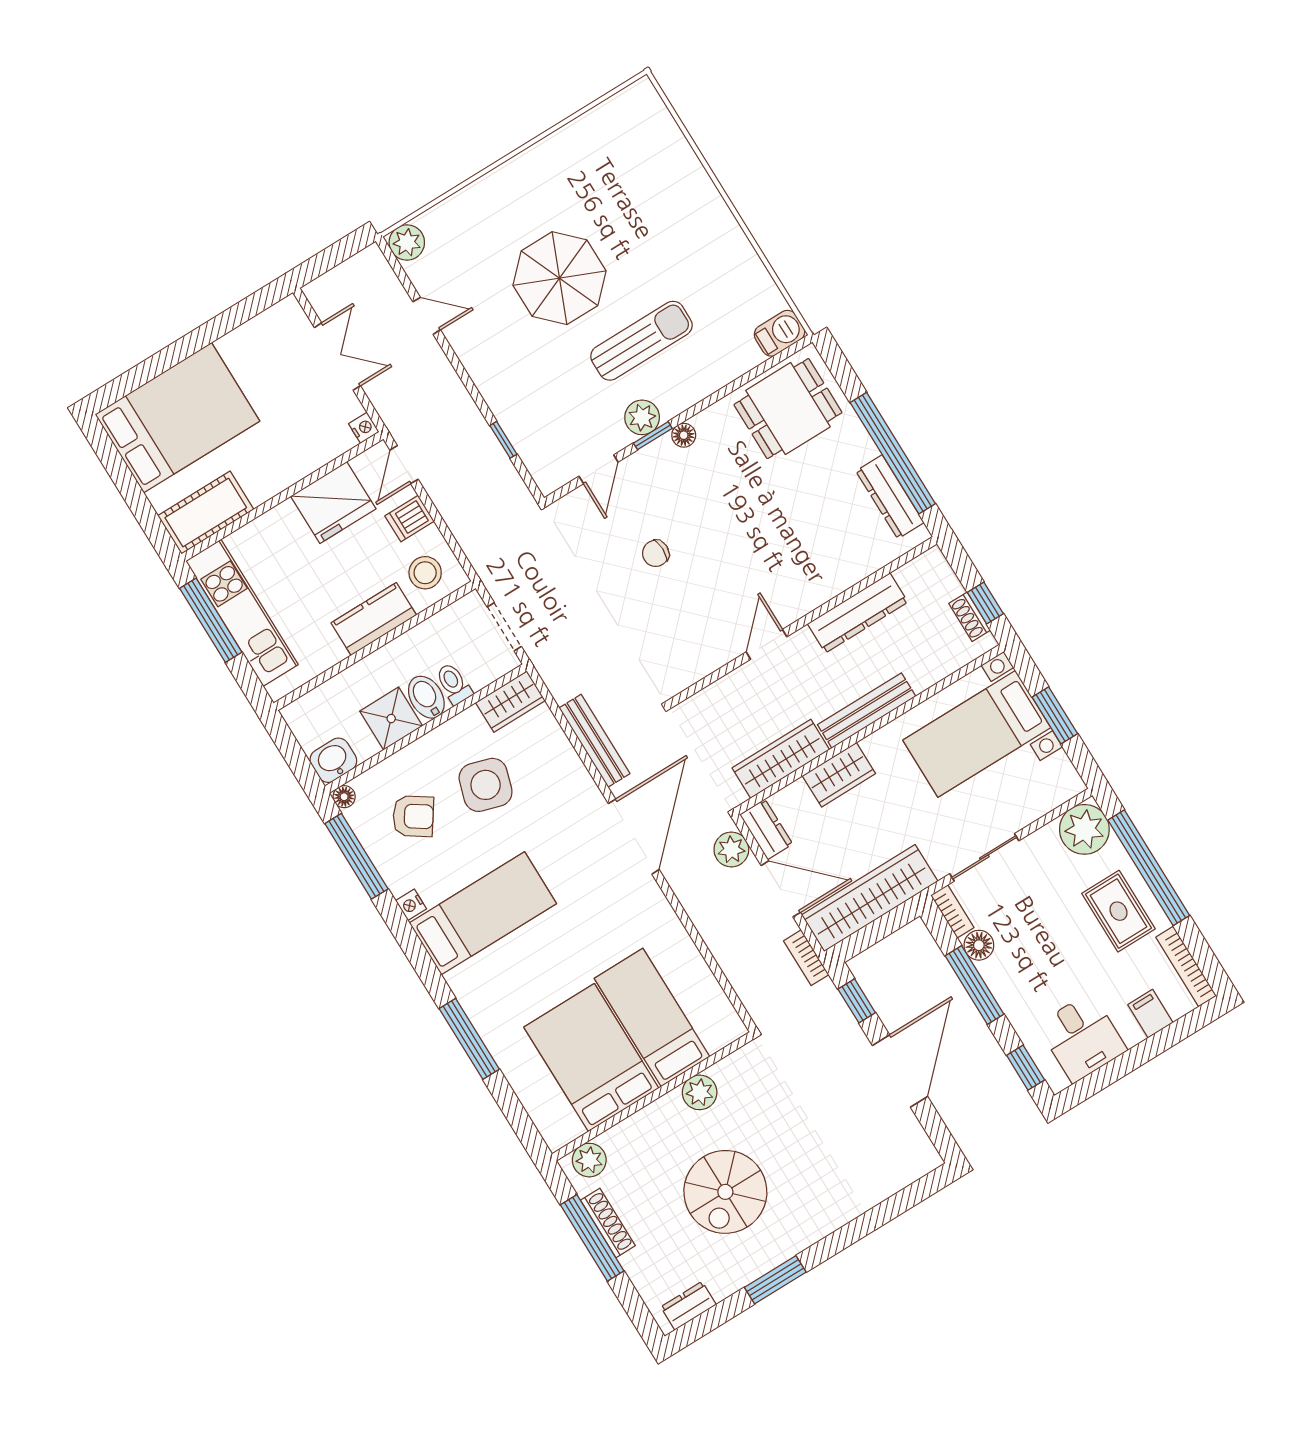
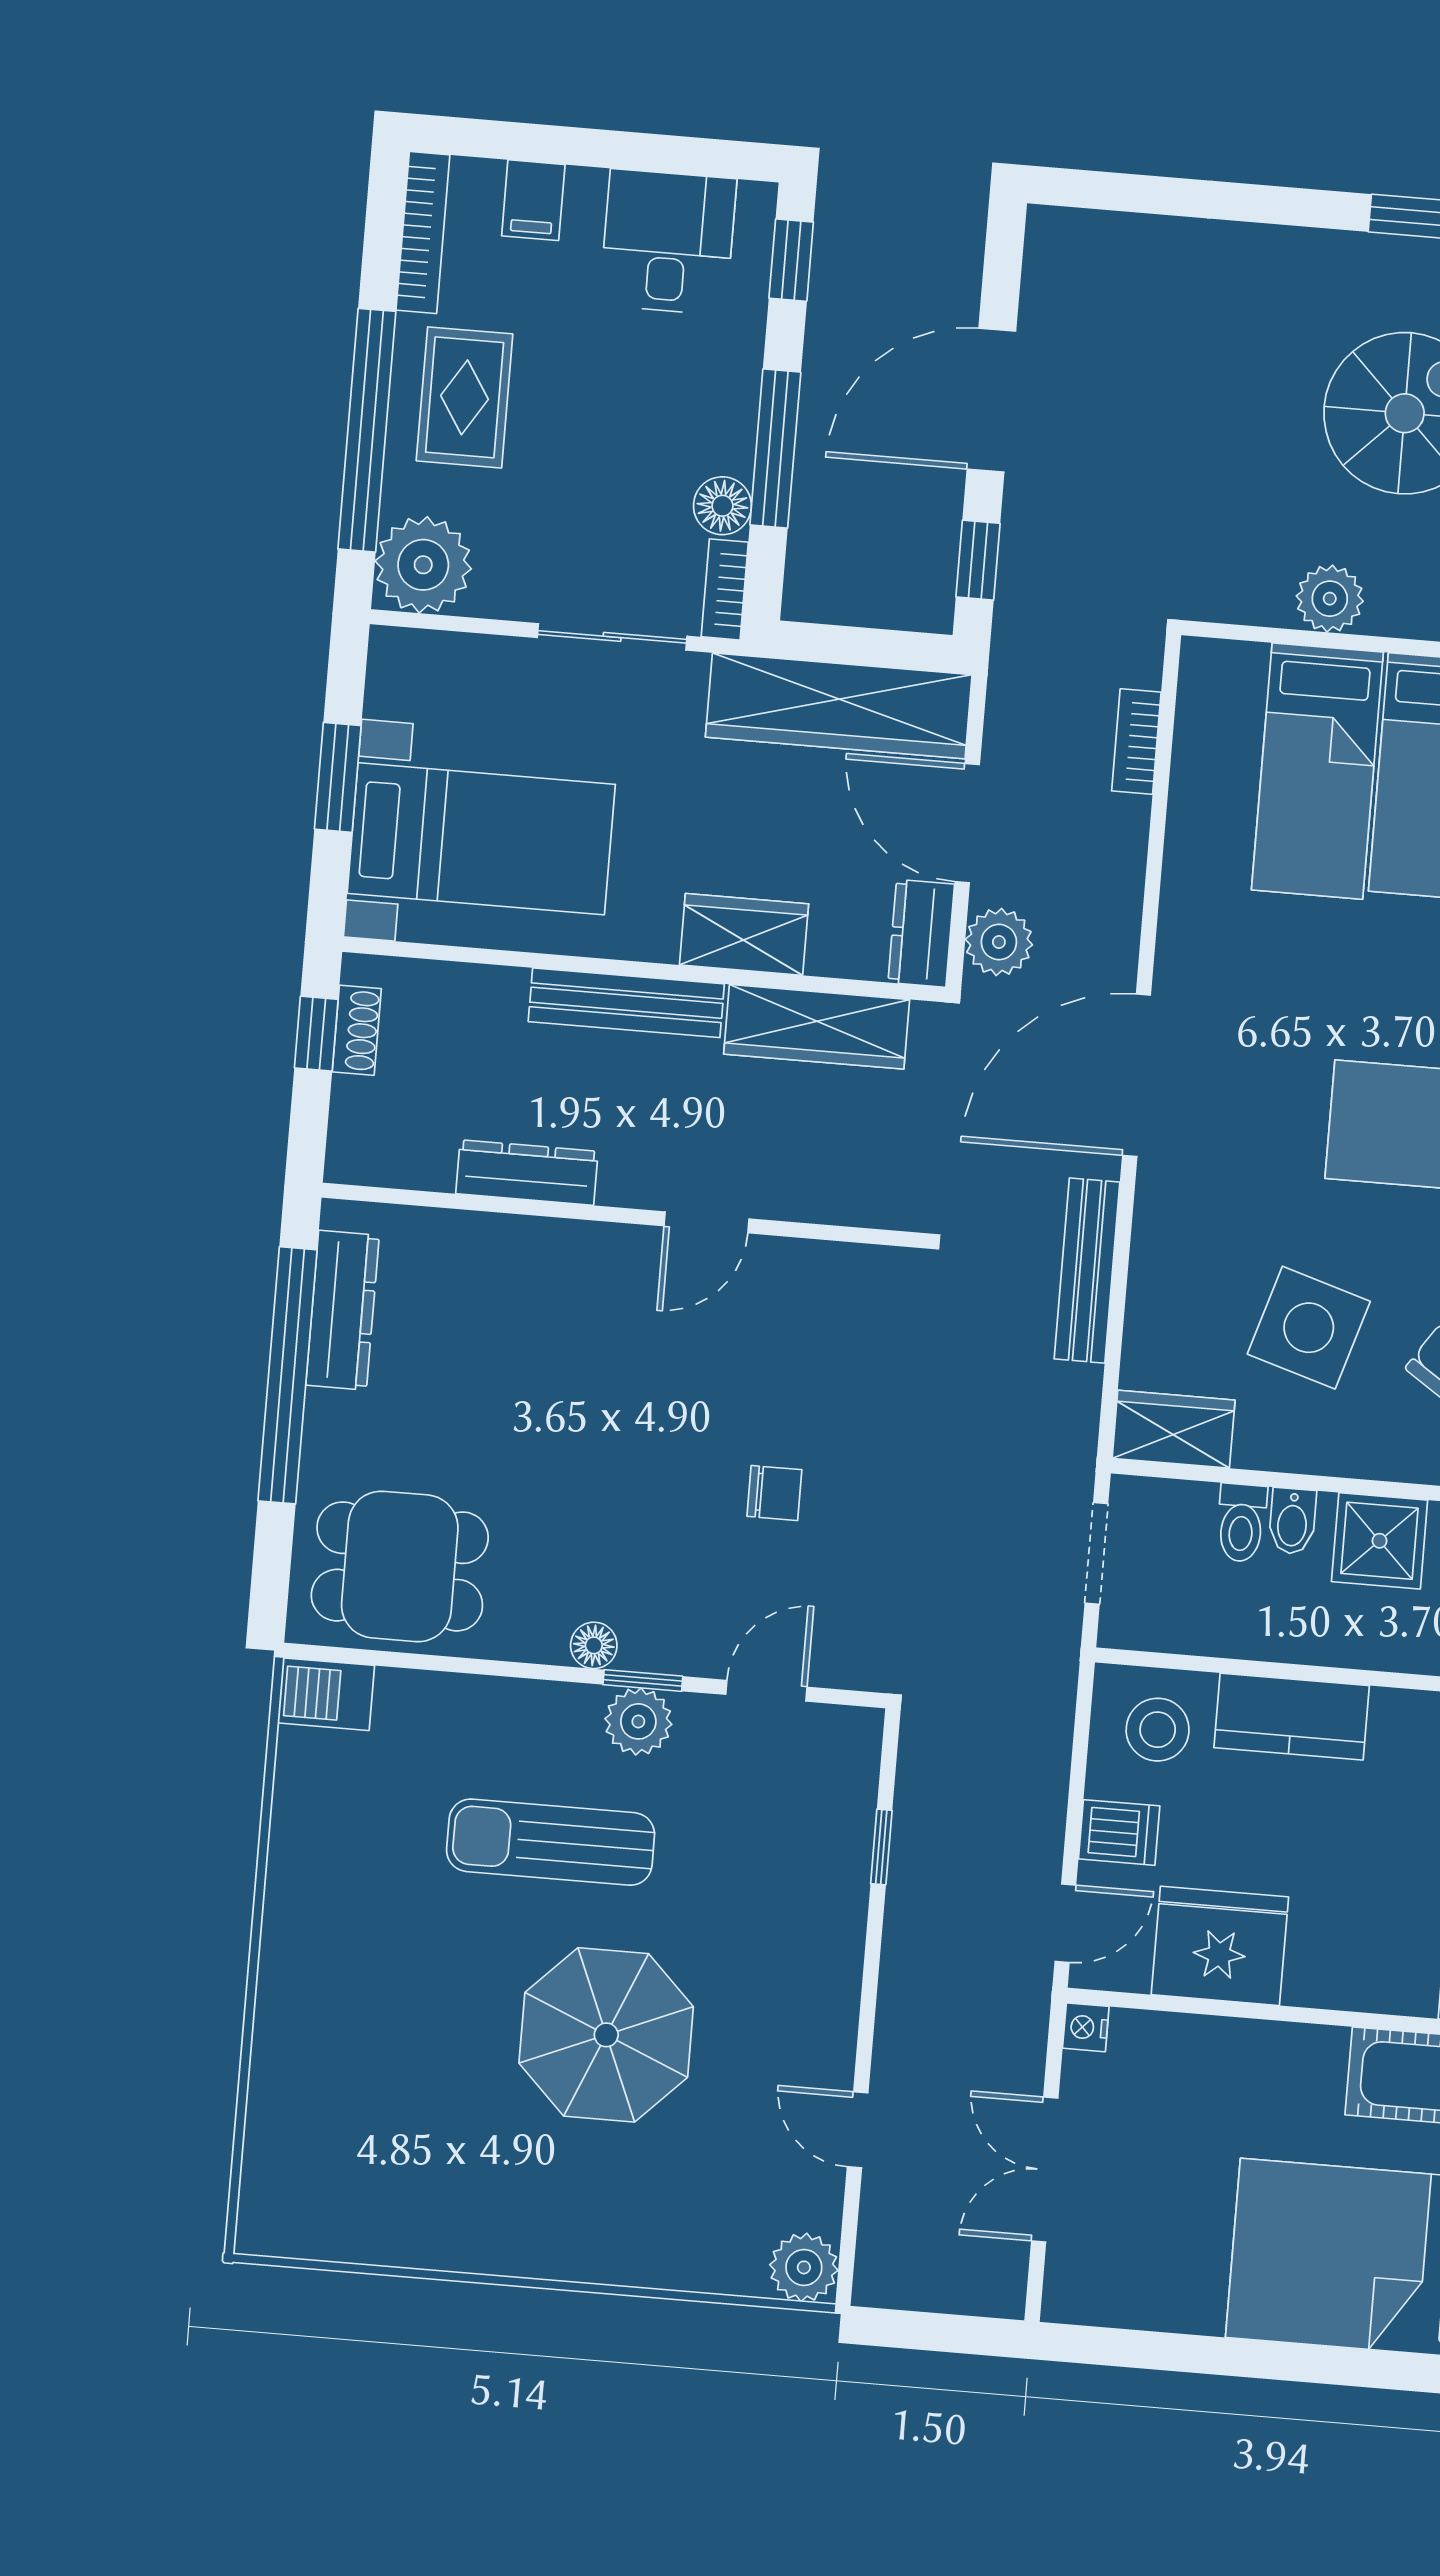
dresser: (858, 613) -> (527, 1173), width x0.73, depth x0.80
bidet: (426, 697) -> (1292, 1521), width x0.72, depth x0.74
bookcase: (806, 958) -> (1136, 742), moved, turned 180

